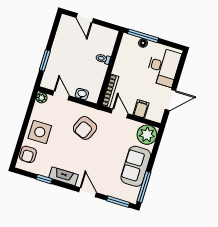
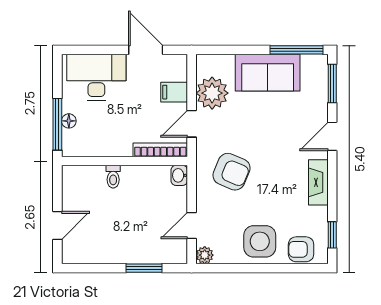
washbasin: (82, 94) -> (179, 175), moved
plant: (147, 135) -> (212, 93), moved
armchair: (28, 154) -> (301, 249), turned 180
window: (44, 179) -> (332, 235), moved

